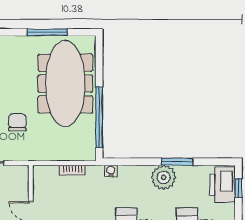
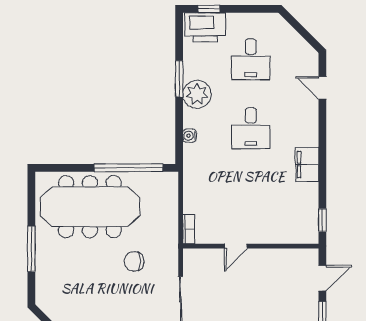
window: (47, 32) -> (31, 249), moved
bookcase: (72, 170) -> (189, 229), moved
water cooler: (111, 171) -> (190, 136), moved

